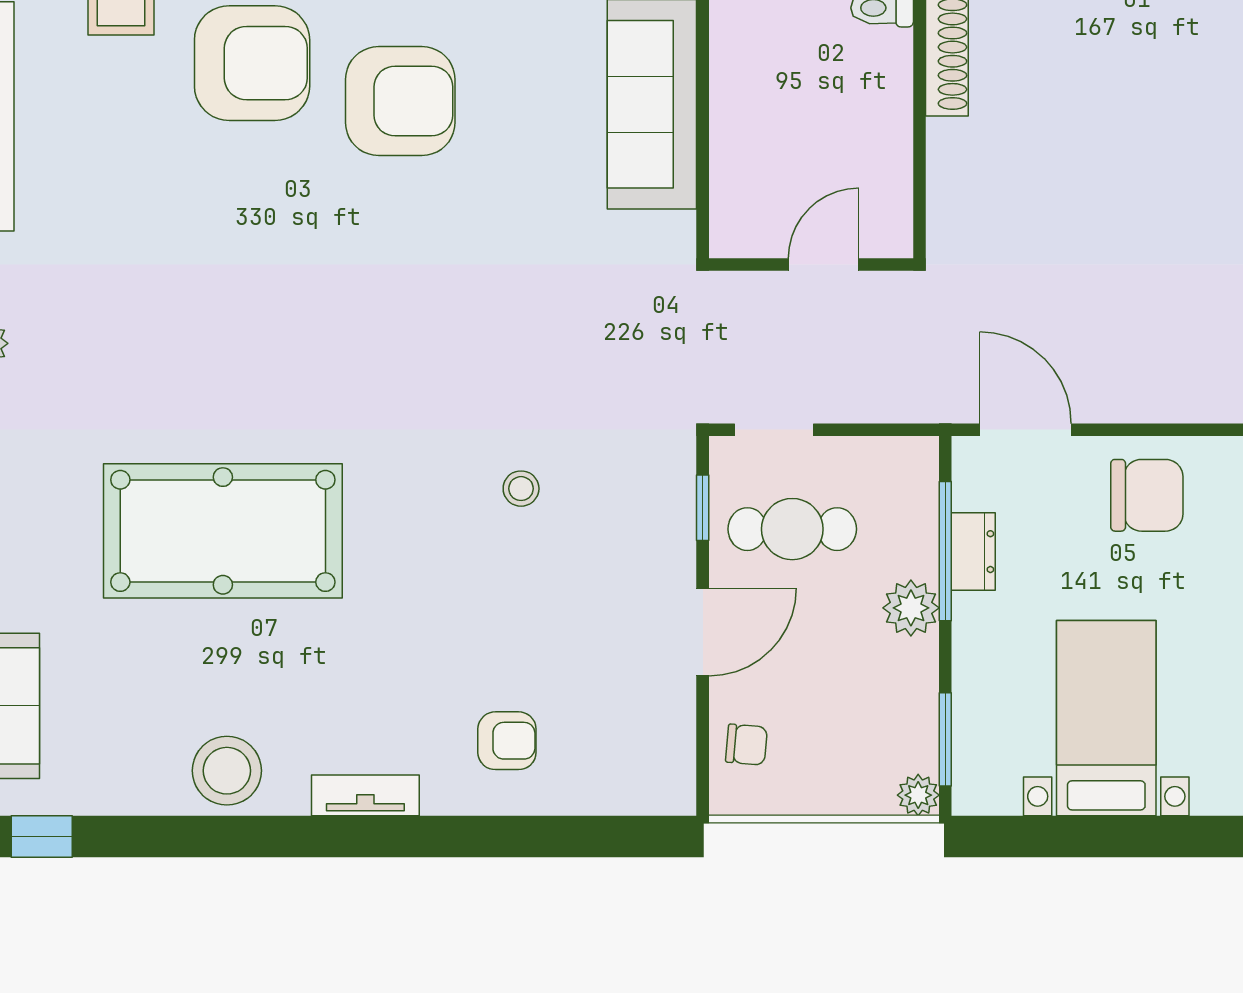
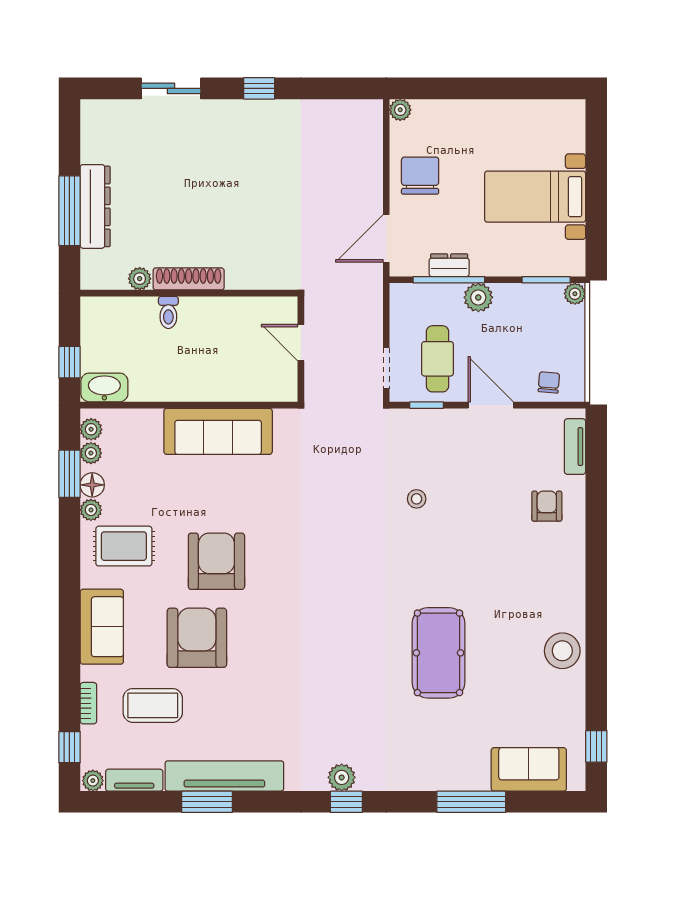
pool table: (223, 531) -> (438, 653), width x0.73, depth x0.76
tv unit: (365, 795) -> (575, 447), moved

